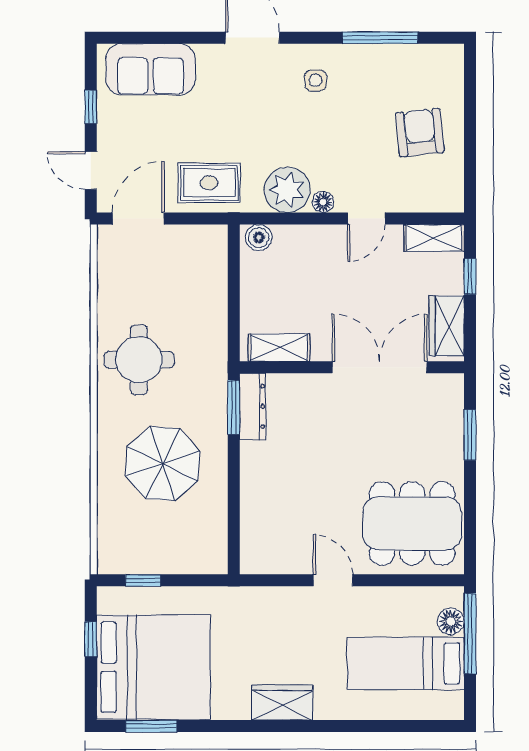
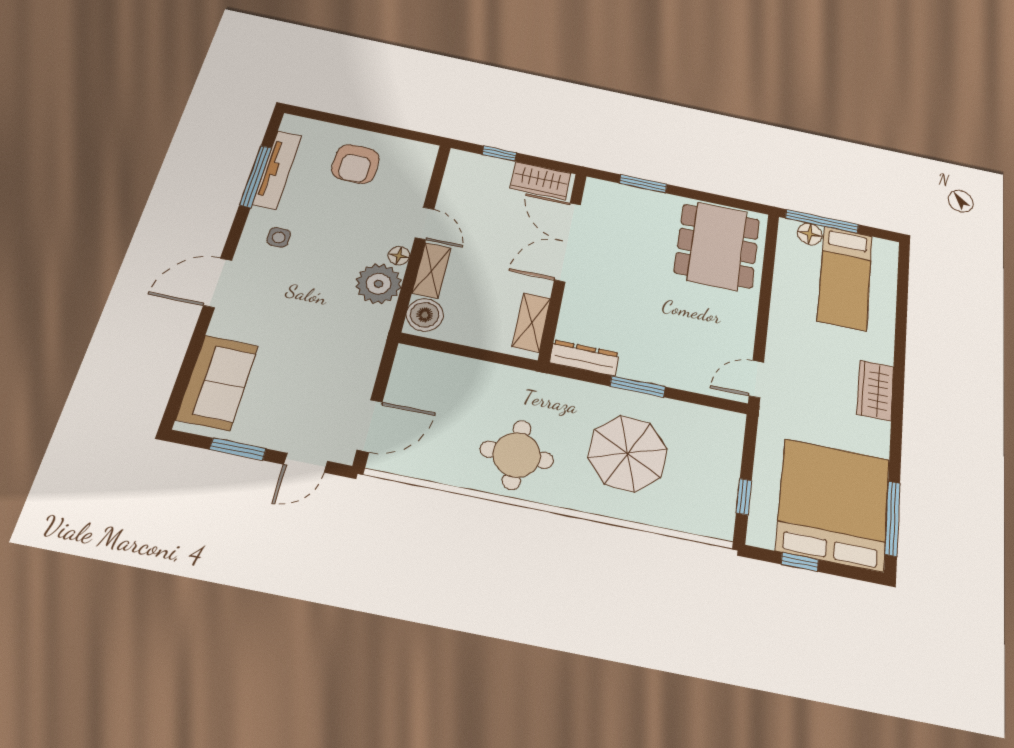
tv unit: (393, 56) -> (277, 170), added
window: (91, 107) -> (238, 449), width x1.50
armchair: (420, 132) -> (356, 164), turned -84
rug: (209, 183) -> (352, 352), removed
door: (138, 219) -> (370, 426), swing flipped
boiler: (259, 238) -> (425, 315), width x1.36, depth x1.36
shelving: (434, 238) -> (432, 270), moved
window: (234, 407) -> (637, 386), moved
door: (333, 580) -> (756, 379), moved
window: (151, 726) -> (893, 518), width x1.44

